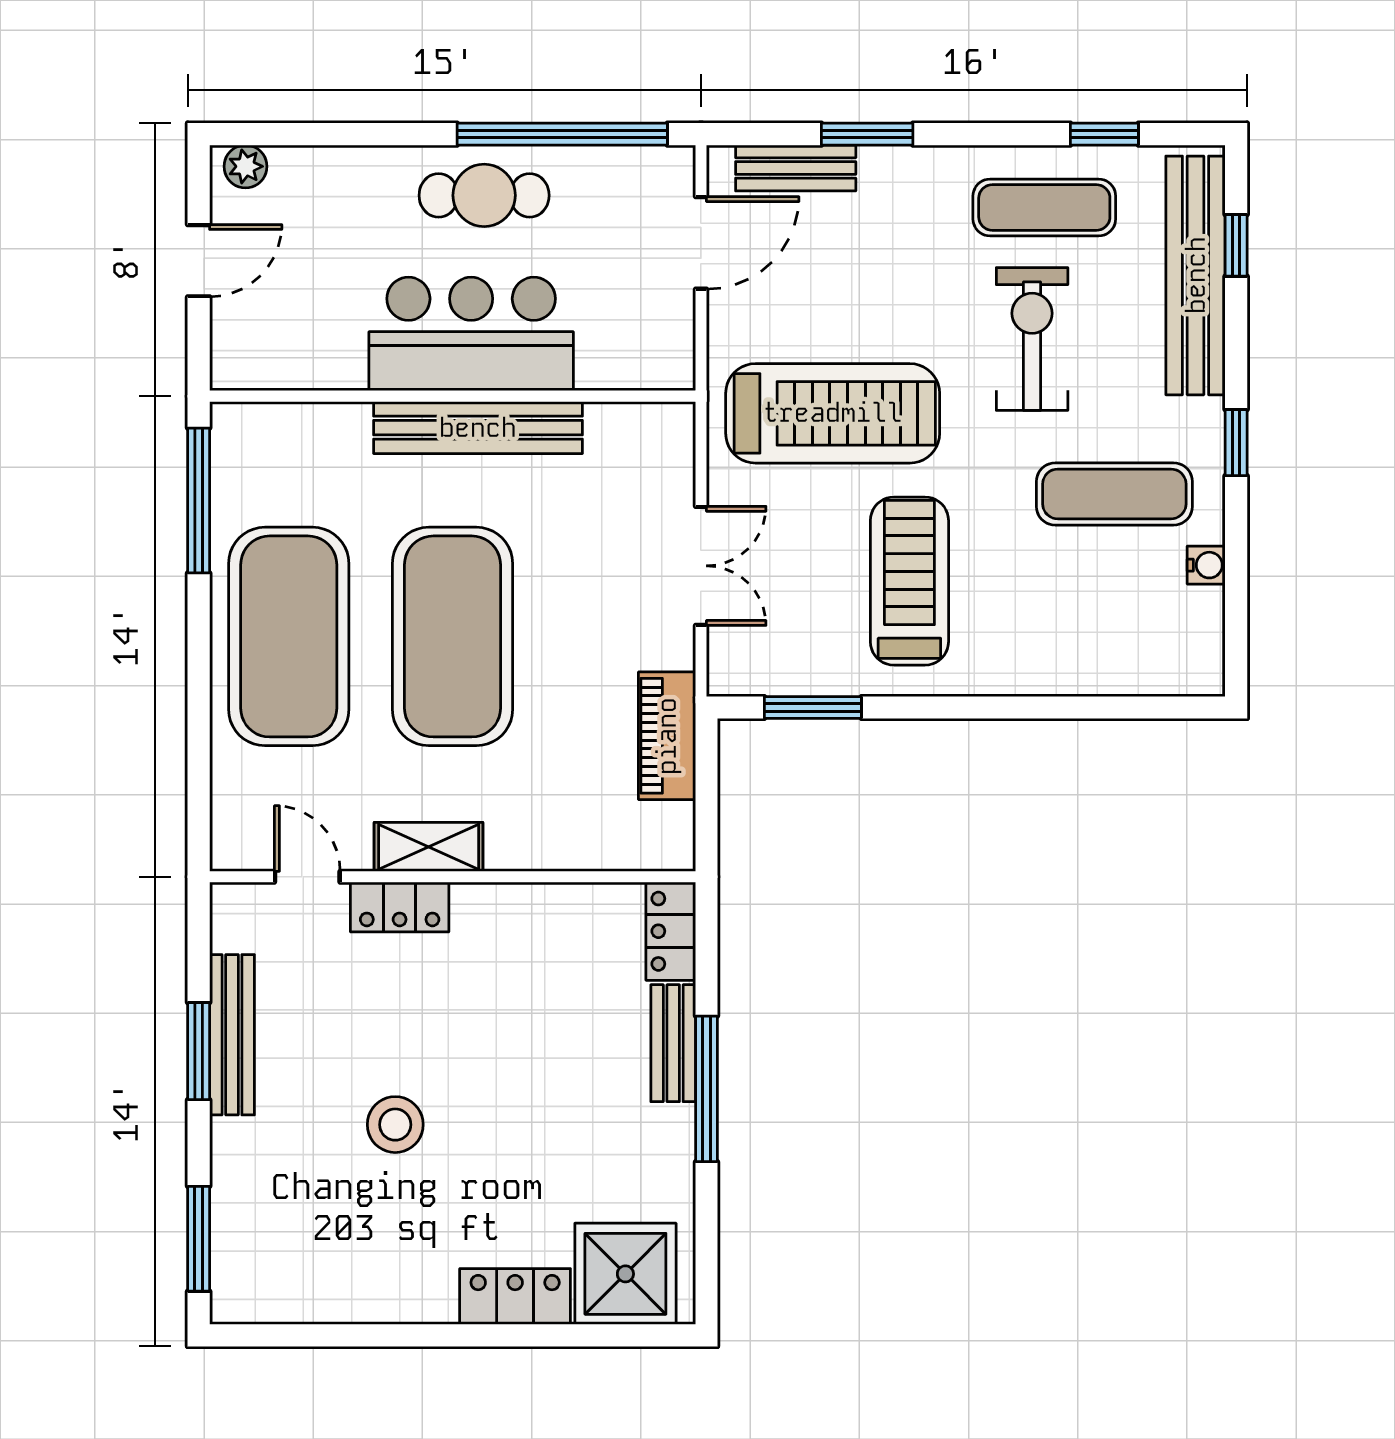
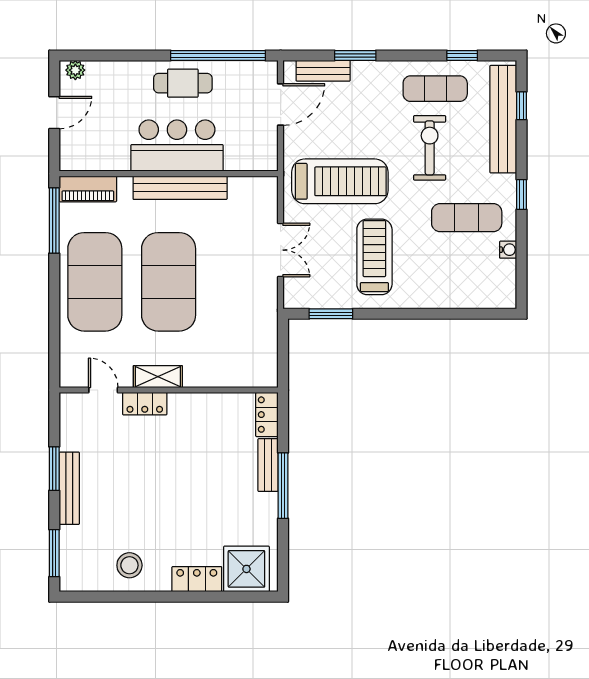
piano: (667, 736) -> (88, 189), moved, turned -90
bench: (232, 1035) -> (69, 488), moved
stool: (395, 1125) -> (129, 565), moved

